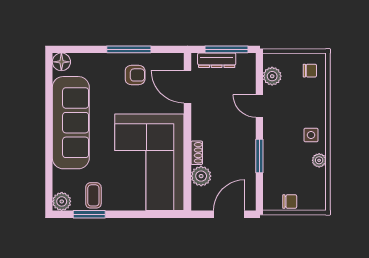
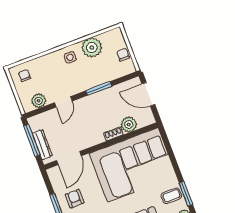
plant: (319, 160) -> (92, 48), width x1.88, depth x1.88

